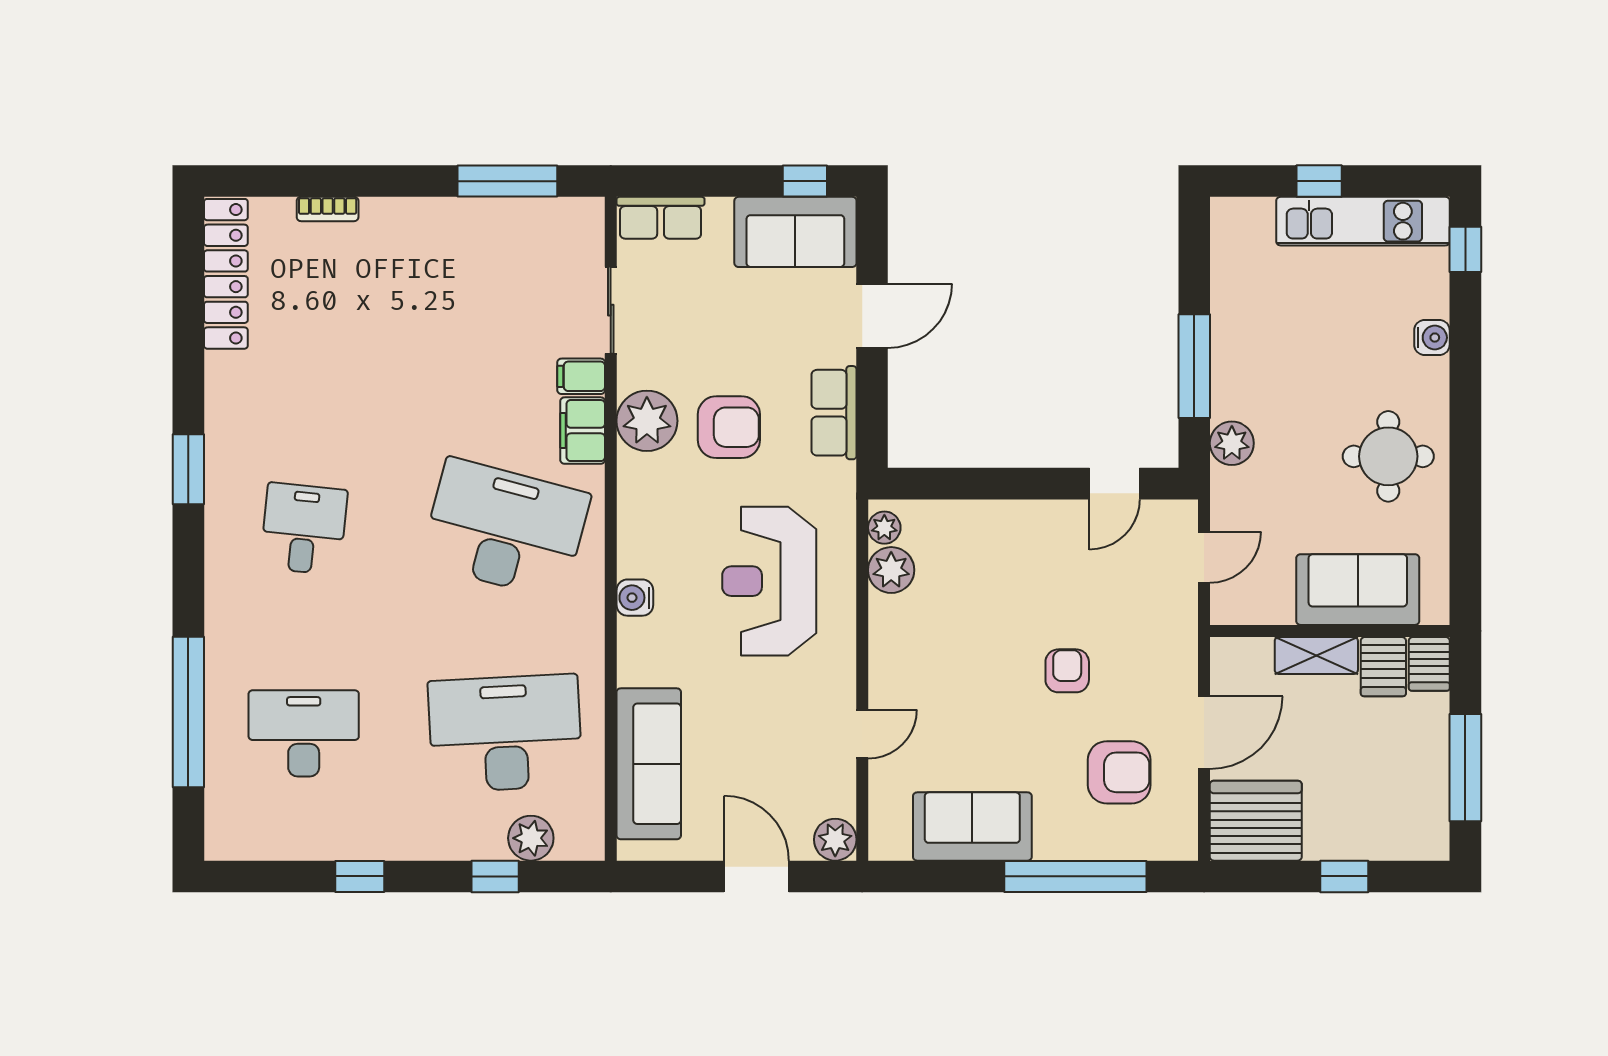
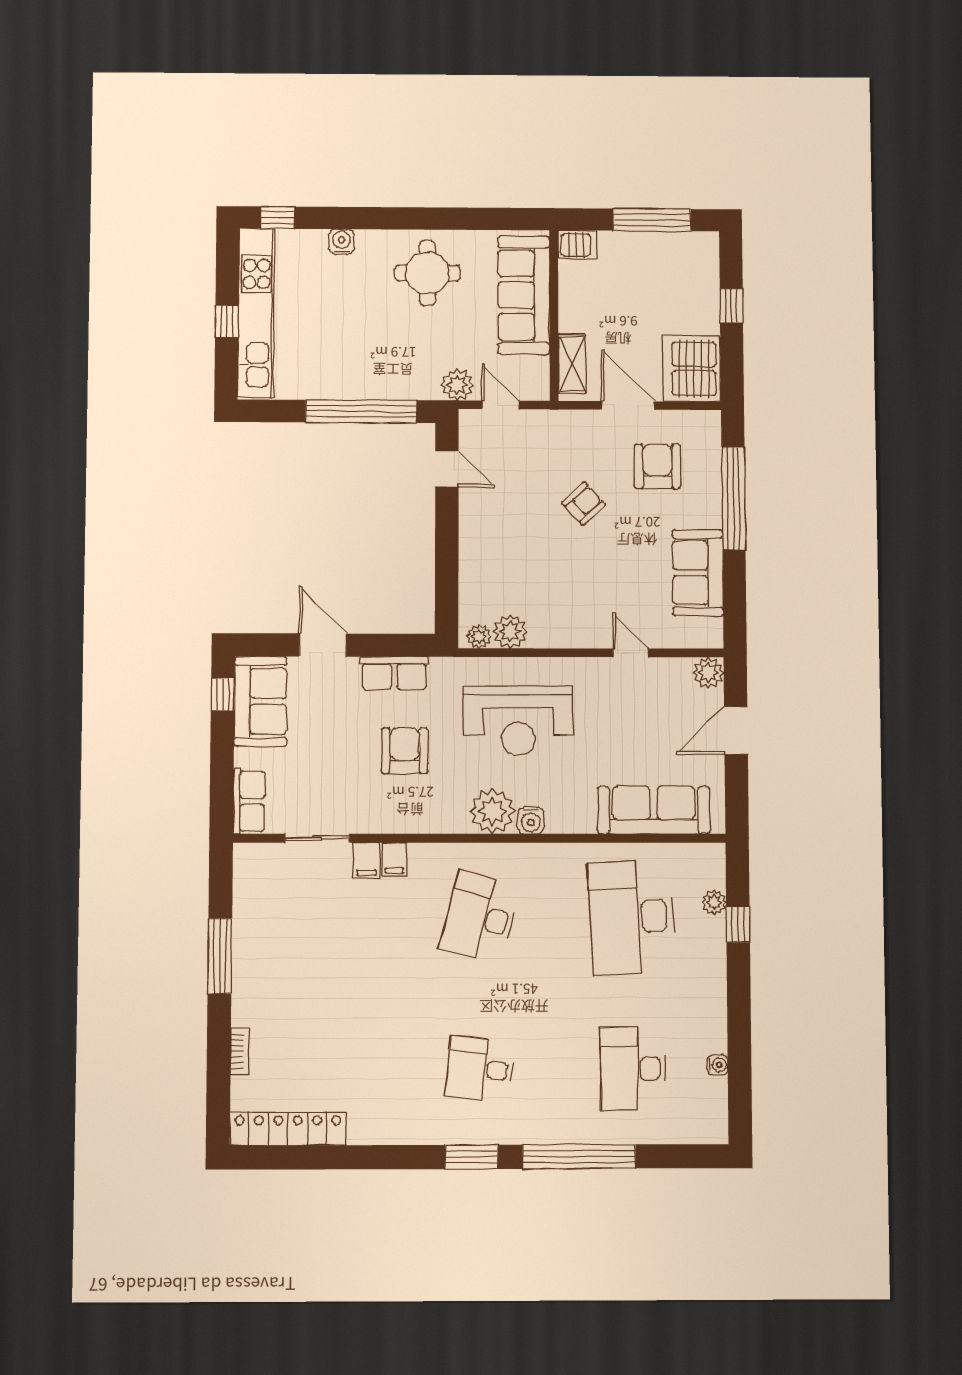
window: (507, 181) -> (220, 956), moved
kitchen unit: (1363, 221) -> (256, 313), width x1.36
window: (1194, 366) -> (361, 411), width x1.46
plant: (647, 421) -> (492, 811), moved
filing cabinet: (583, 431) -> (394, 859), width x0.50
plant: (1232, 443) -> (457, 385), moved
window: (188, 469) -> (471, 1157), moved
desk: (505, 529) -> (480, 917), width x0.73, depth x0.77
sofa: (1358, 590) -> (524, 295), width x1.36
shelving: (1316, 655) -> (572, 364), moved
server rack: (1383, 667) -> (580, 277), removed
armchair: (1067, 671) -> (584, 504), turned 137
window: (188, 712) -> (579, 1157), moved
plant: (531, 838) -> (714, 902), width x0.73, depth x0.73
water cooler: (309, 847) -> (718, 1065), added
window: (360, 876) -> (739, 1026), removed

